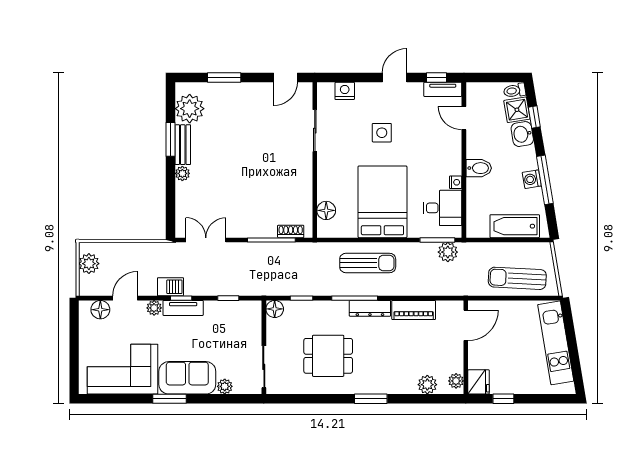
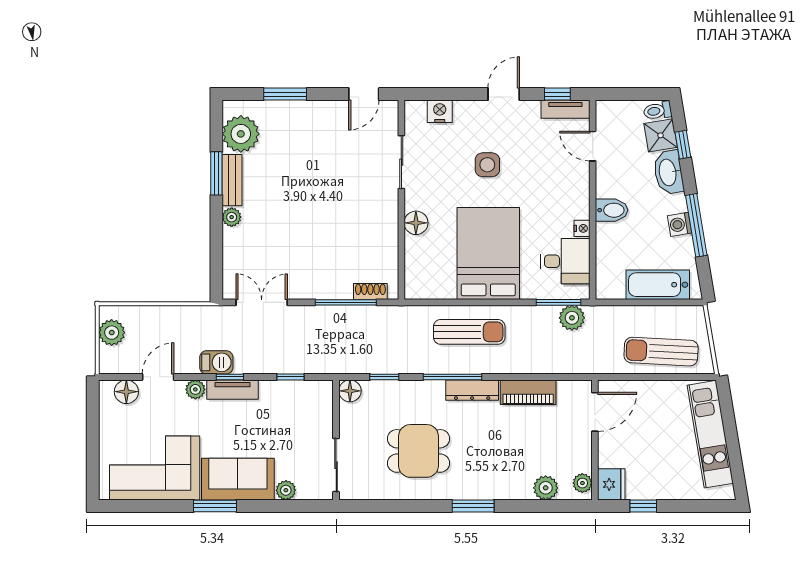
washbasin: (522, 134) -> (668, 172), width x1.38
floor lamp: (326, 210) -> (416, 223), moved

